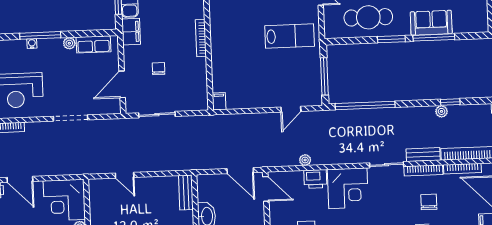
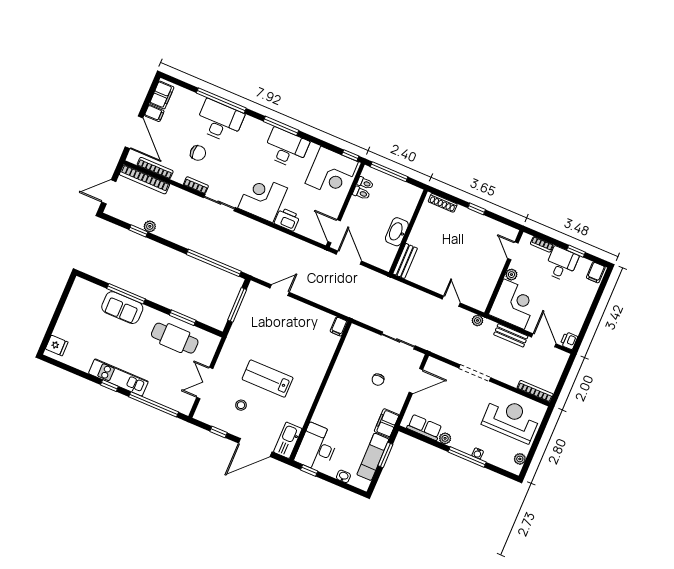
lab bench: (290, 36) -> (268, 379), moved
bookcase: (201, 38) -> (329, 389), removed
window: (391, 39) -> (183, 318), moved
bench: (423, 155) -> (511, 335), moved
plant: (305, 160) -> (477, 320), moved
bookcase: (423, 170) -> (196, 185), width x0.64
chair: (429, 202) -> (198, 153), turned -90

